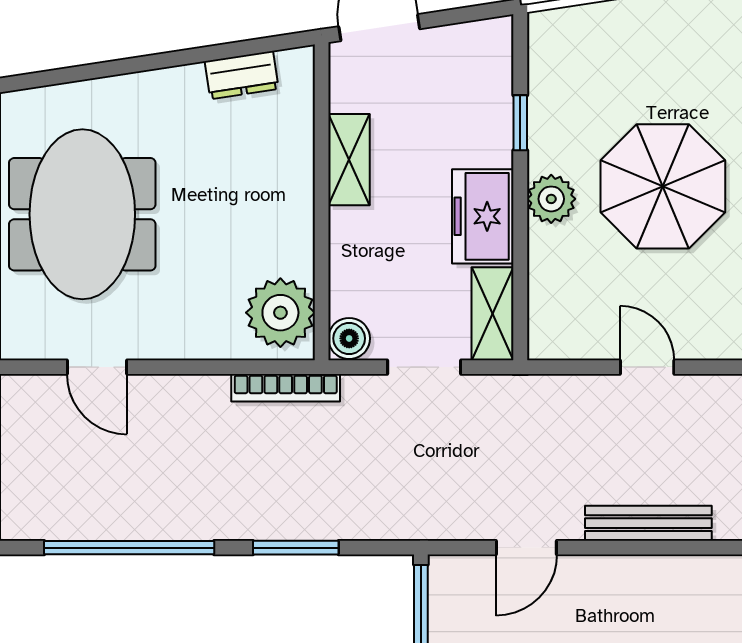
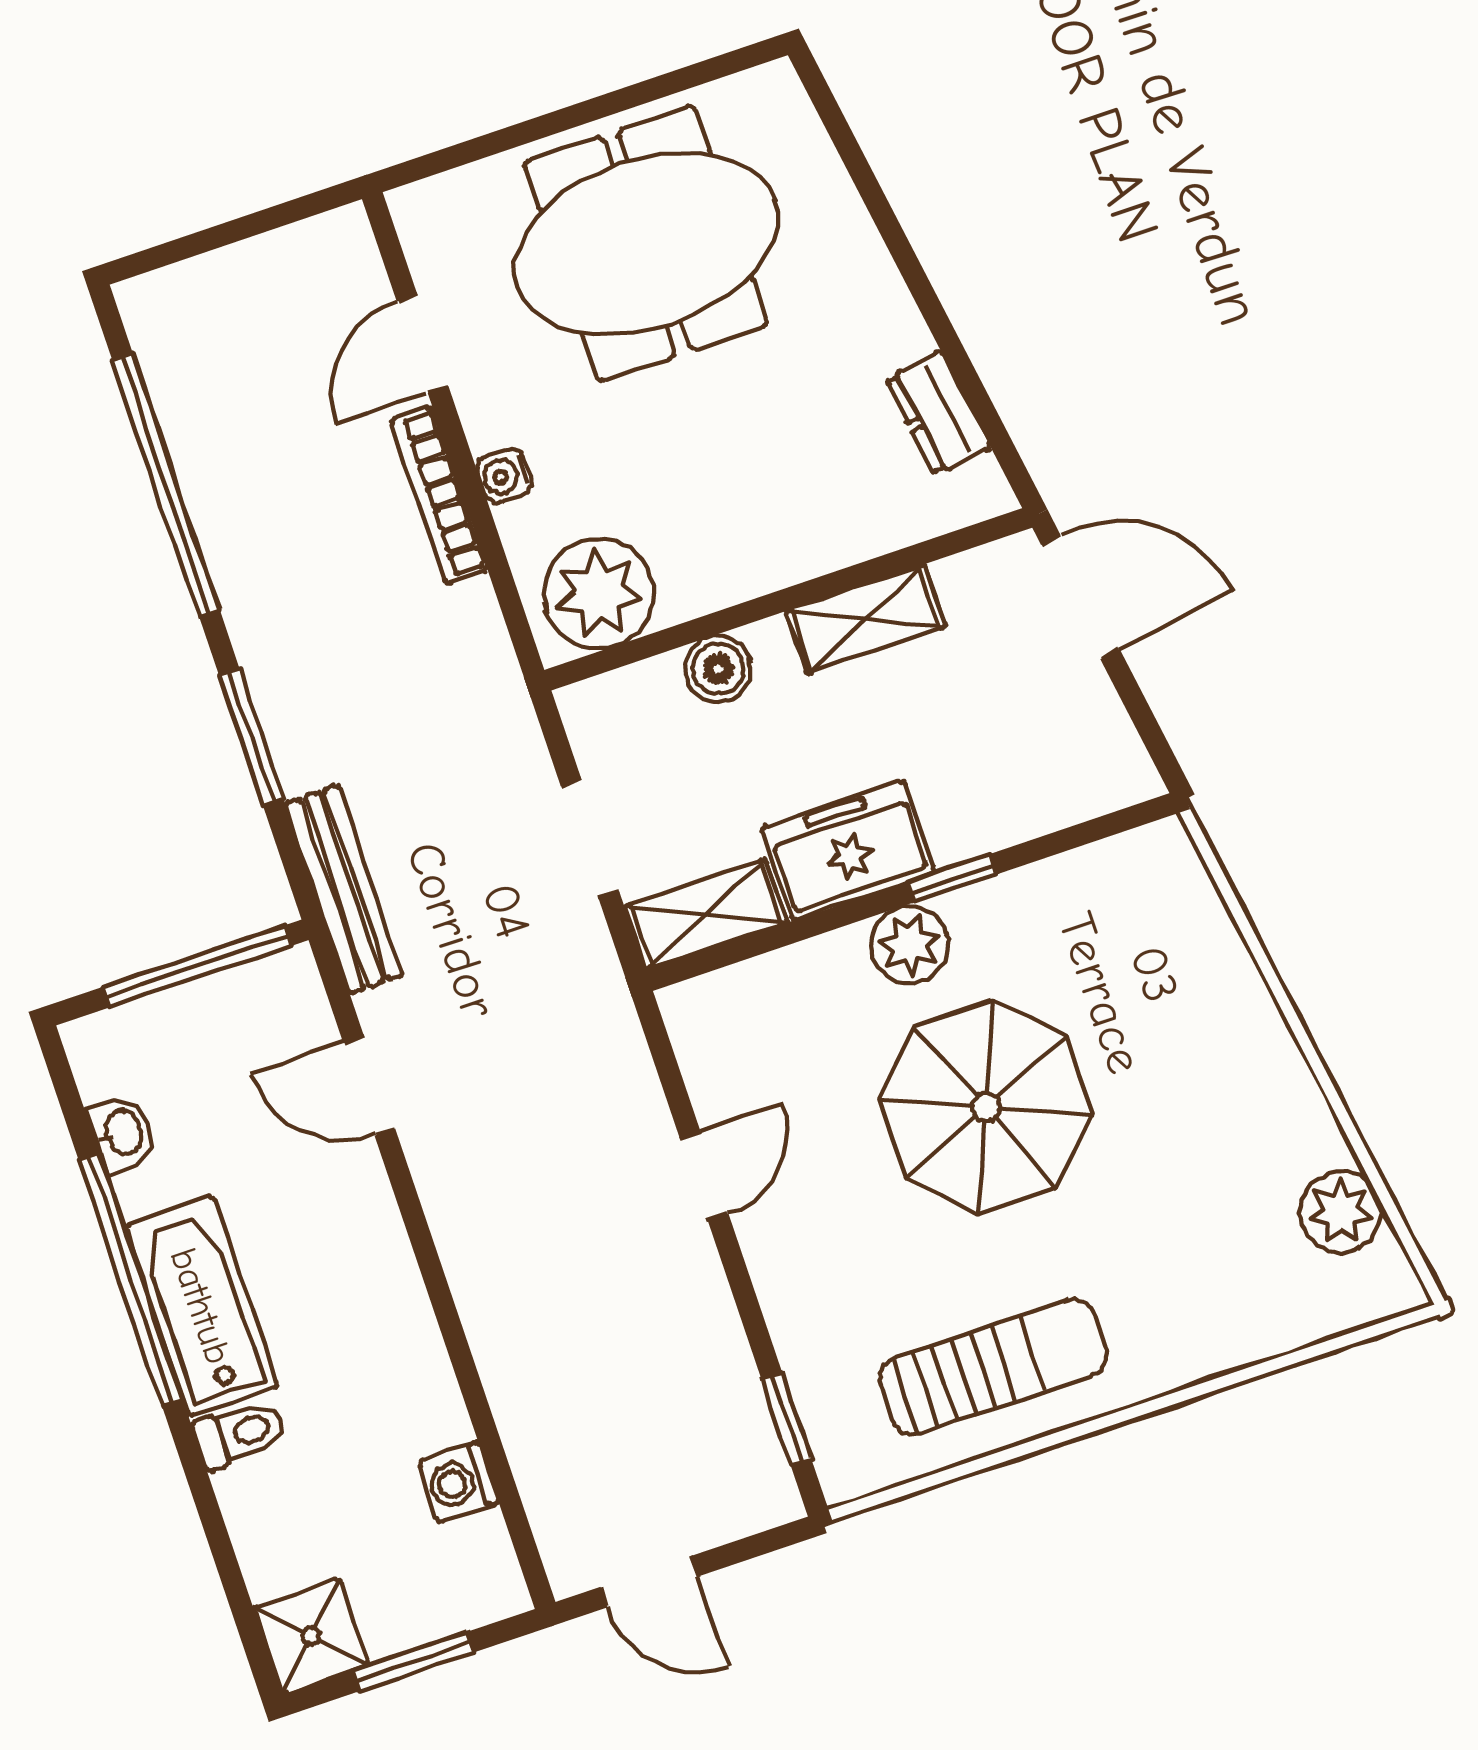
window: (520, 123) -> (952, 878), moved
boiler: (349, 338) -> (718, 669), moved
water cooler: (192, 345) -> (504, 476), added
bookcase: (286, 388) -> (439, 495), moved
bench: (648, 523) -> (344, 889), moved

